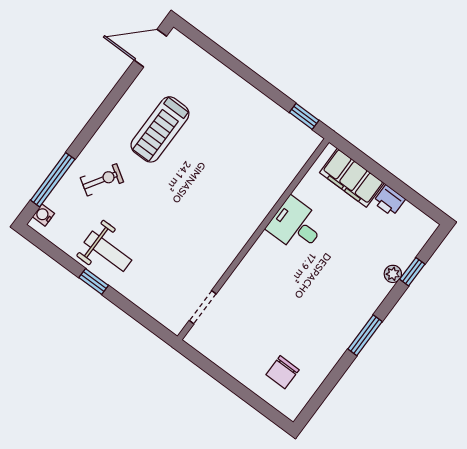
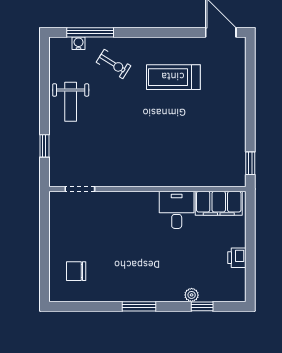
filing cabinet: (352, 178) -> (219, 203), moved, turned -90
water cooler: (43, 215) -> (79, 43), moved
window: (94, 281) -> (44, 146), moved

